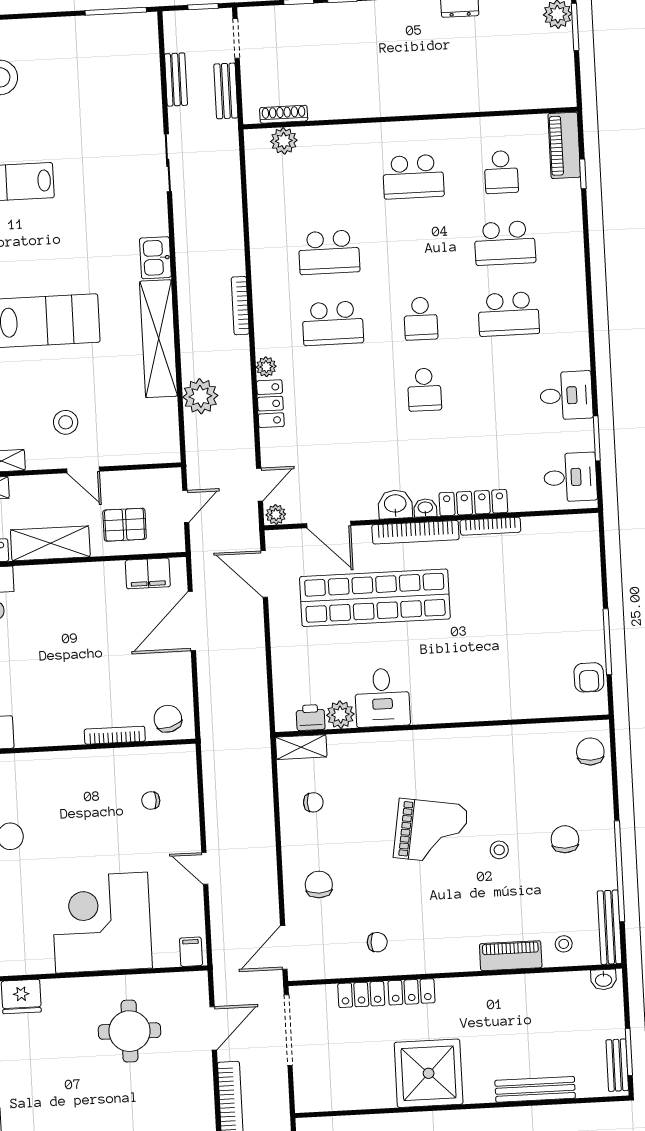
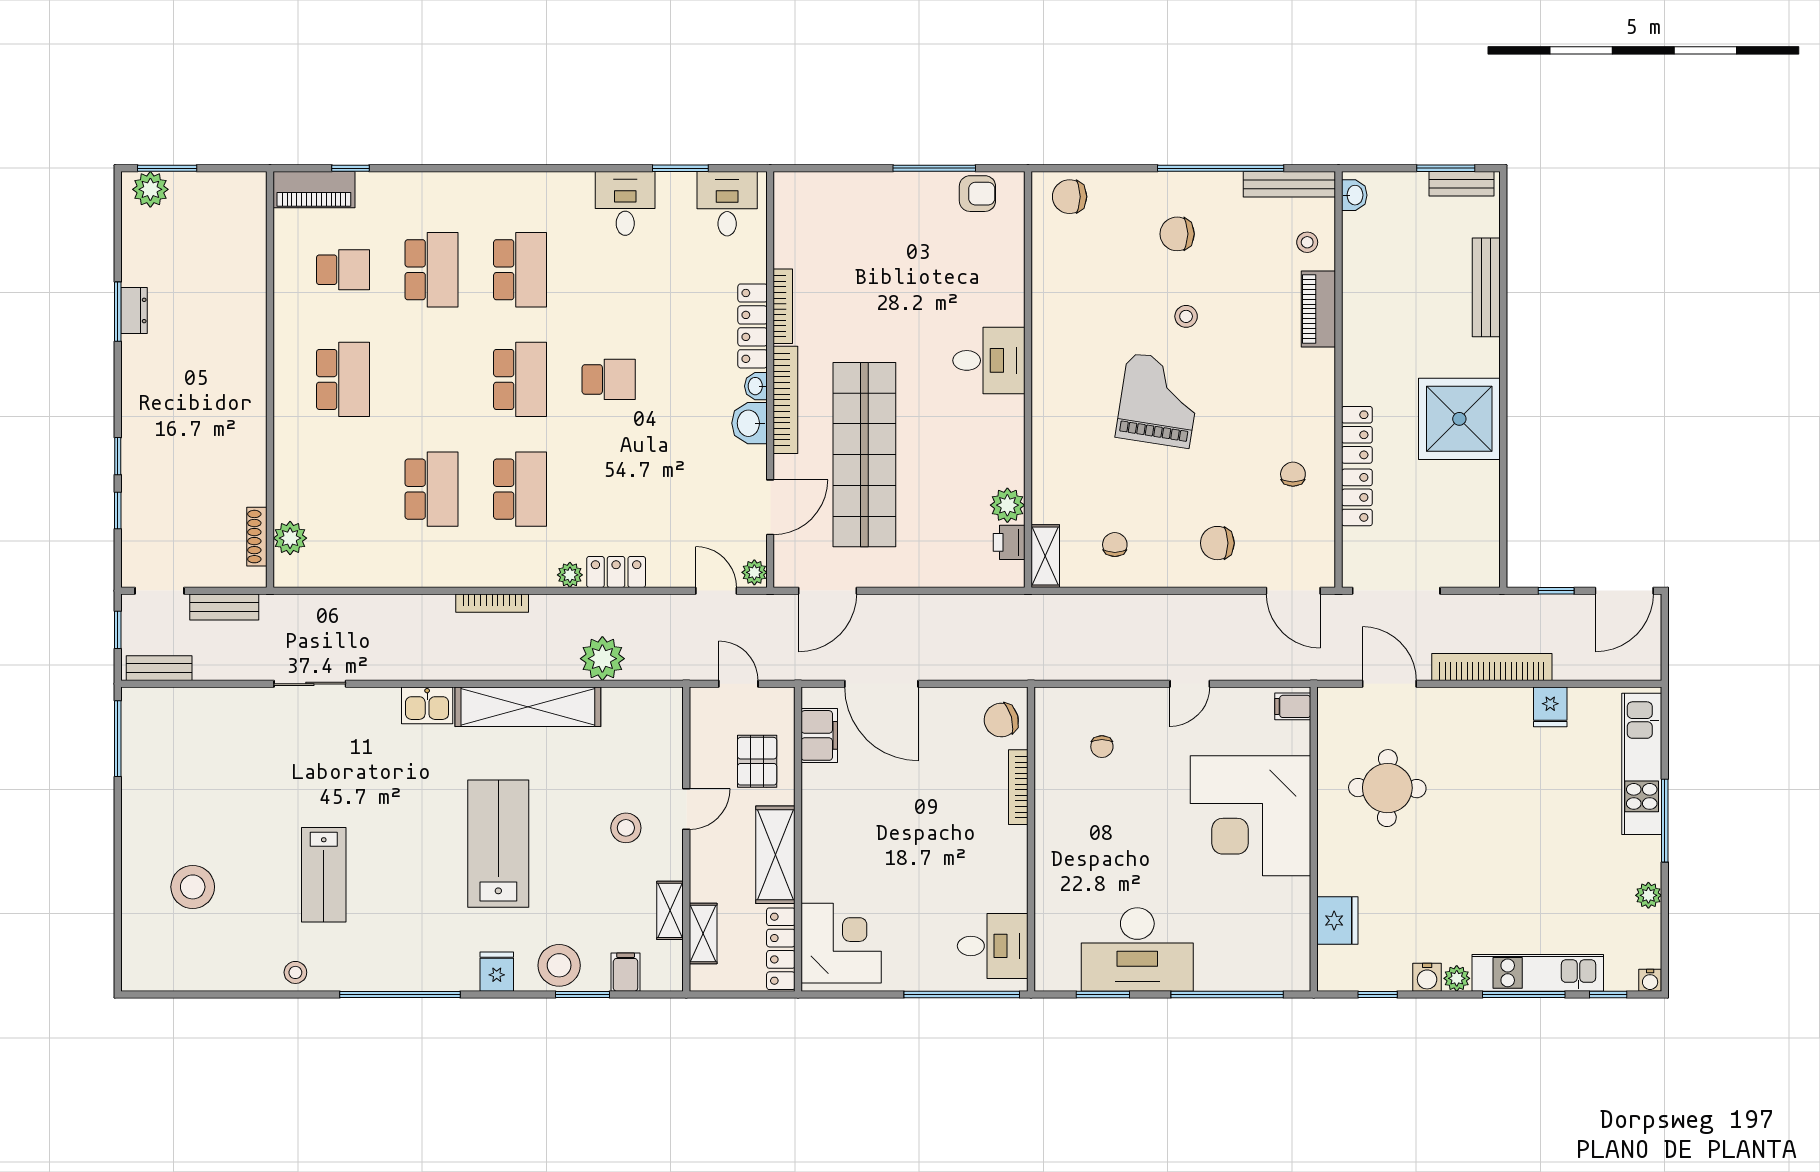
bench: (176, 80) -> (159, 668), moved
school desk: (421, 319) -> (520, 379), width x1.85
desk: (382, 698) -> (989, 360), moved

